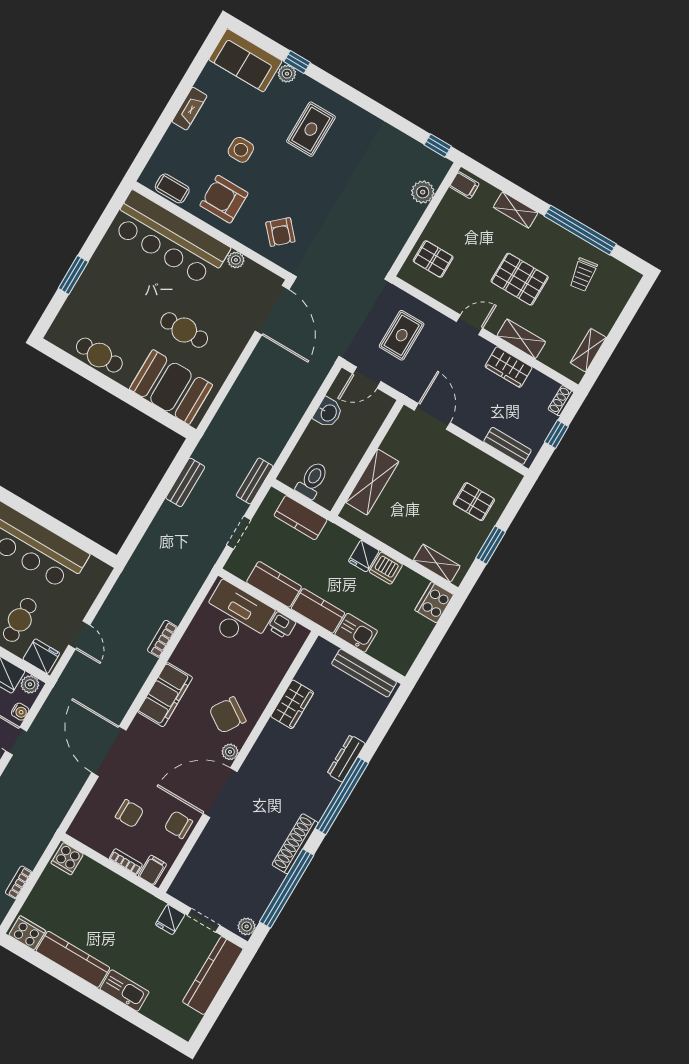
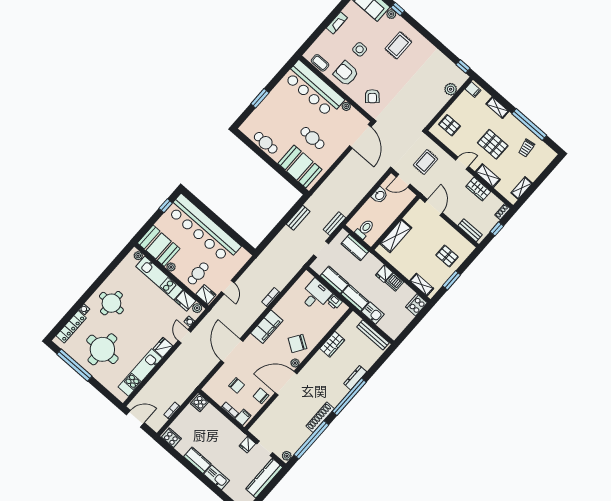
desk: (237, 615) -> (315, 295), width x0.73
kitchen counter: (73, 959) -> (198, 460), width x0.67

